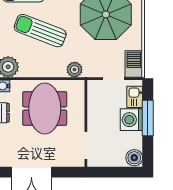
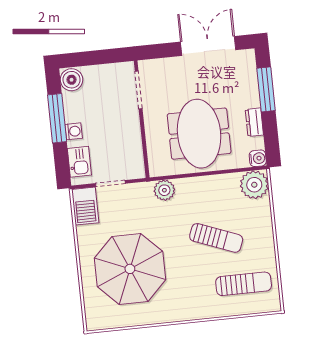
sun lounger: (40, 31) -> (216, 238), width x0.73, depth x0.75
window: (148, 118) -> (57, 118), moved
washing machine: (131, 120) -> (74, 131), width x0.53, depth x0.53

